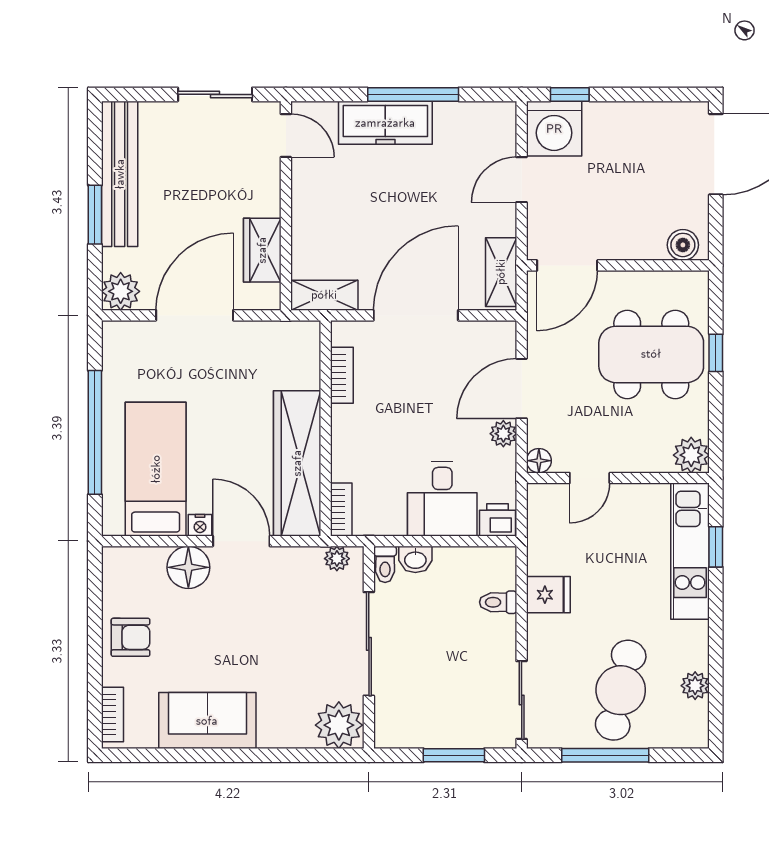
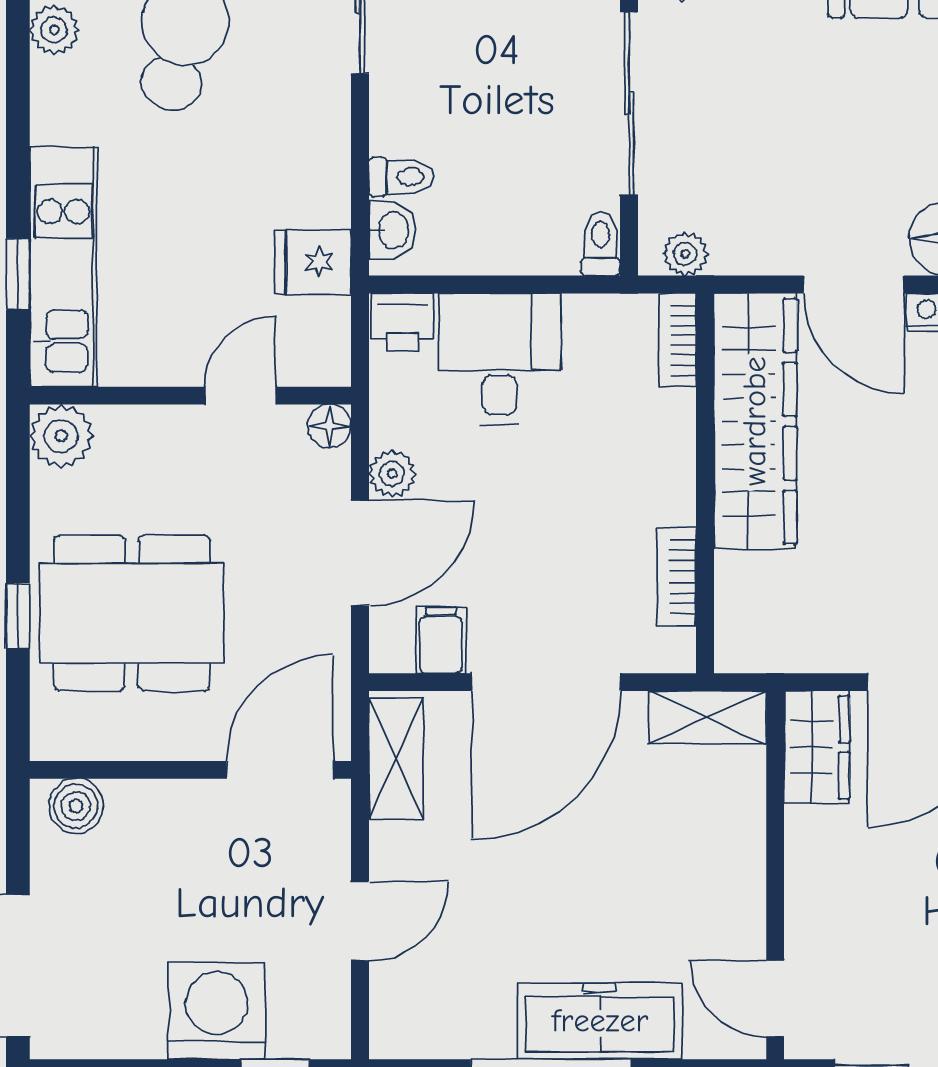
washing machine: (554, 129) -> (217, 1011), moved
wardrobe: (262, 250) -> (817, 747), moved
filing cabinet: (476, 339) -> (441, 640), added
washbasin: (415, 559) -> (392, 230), moved, turned 90
fridge: (548, 595) -> (313, 262), moved

